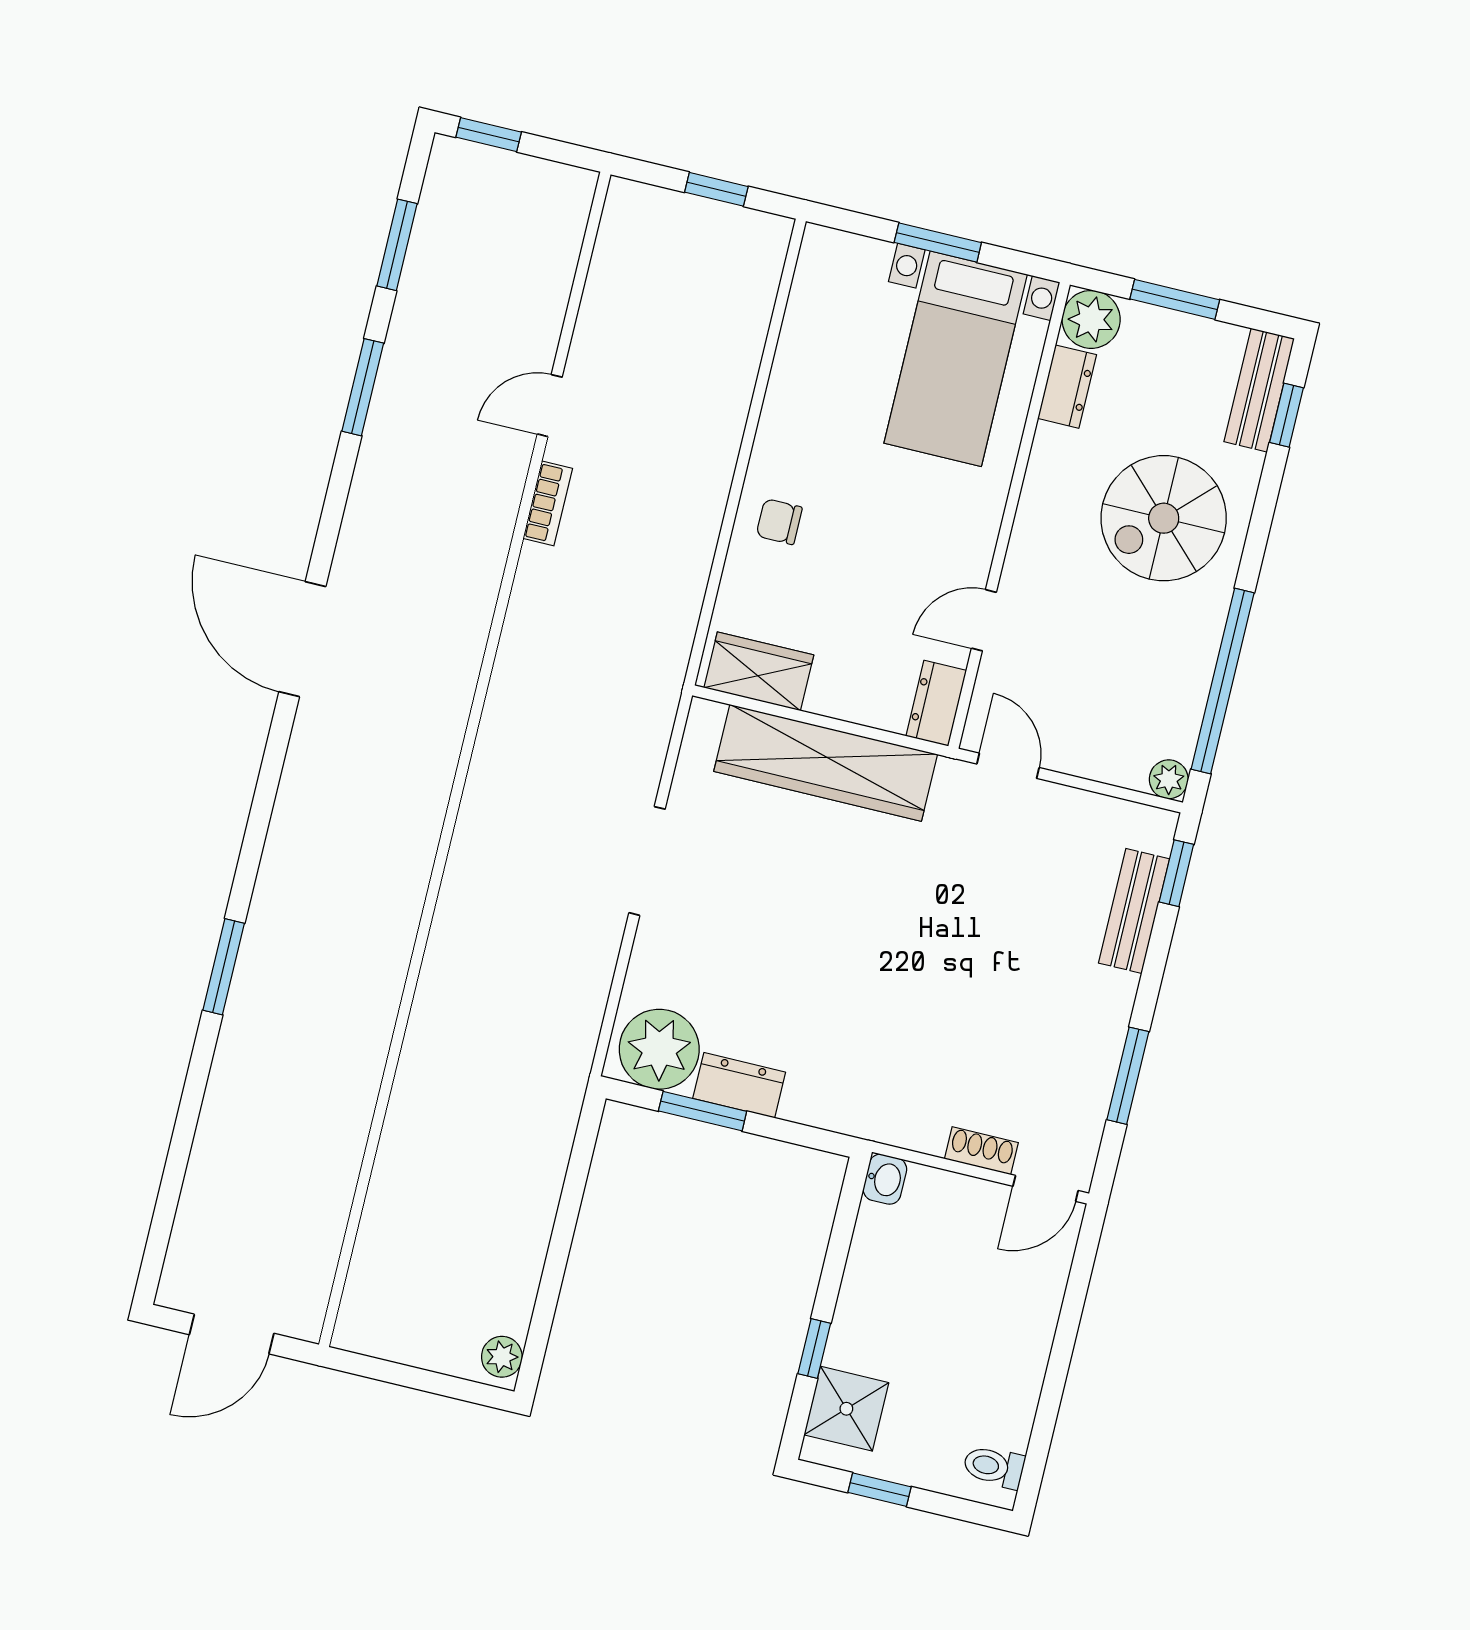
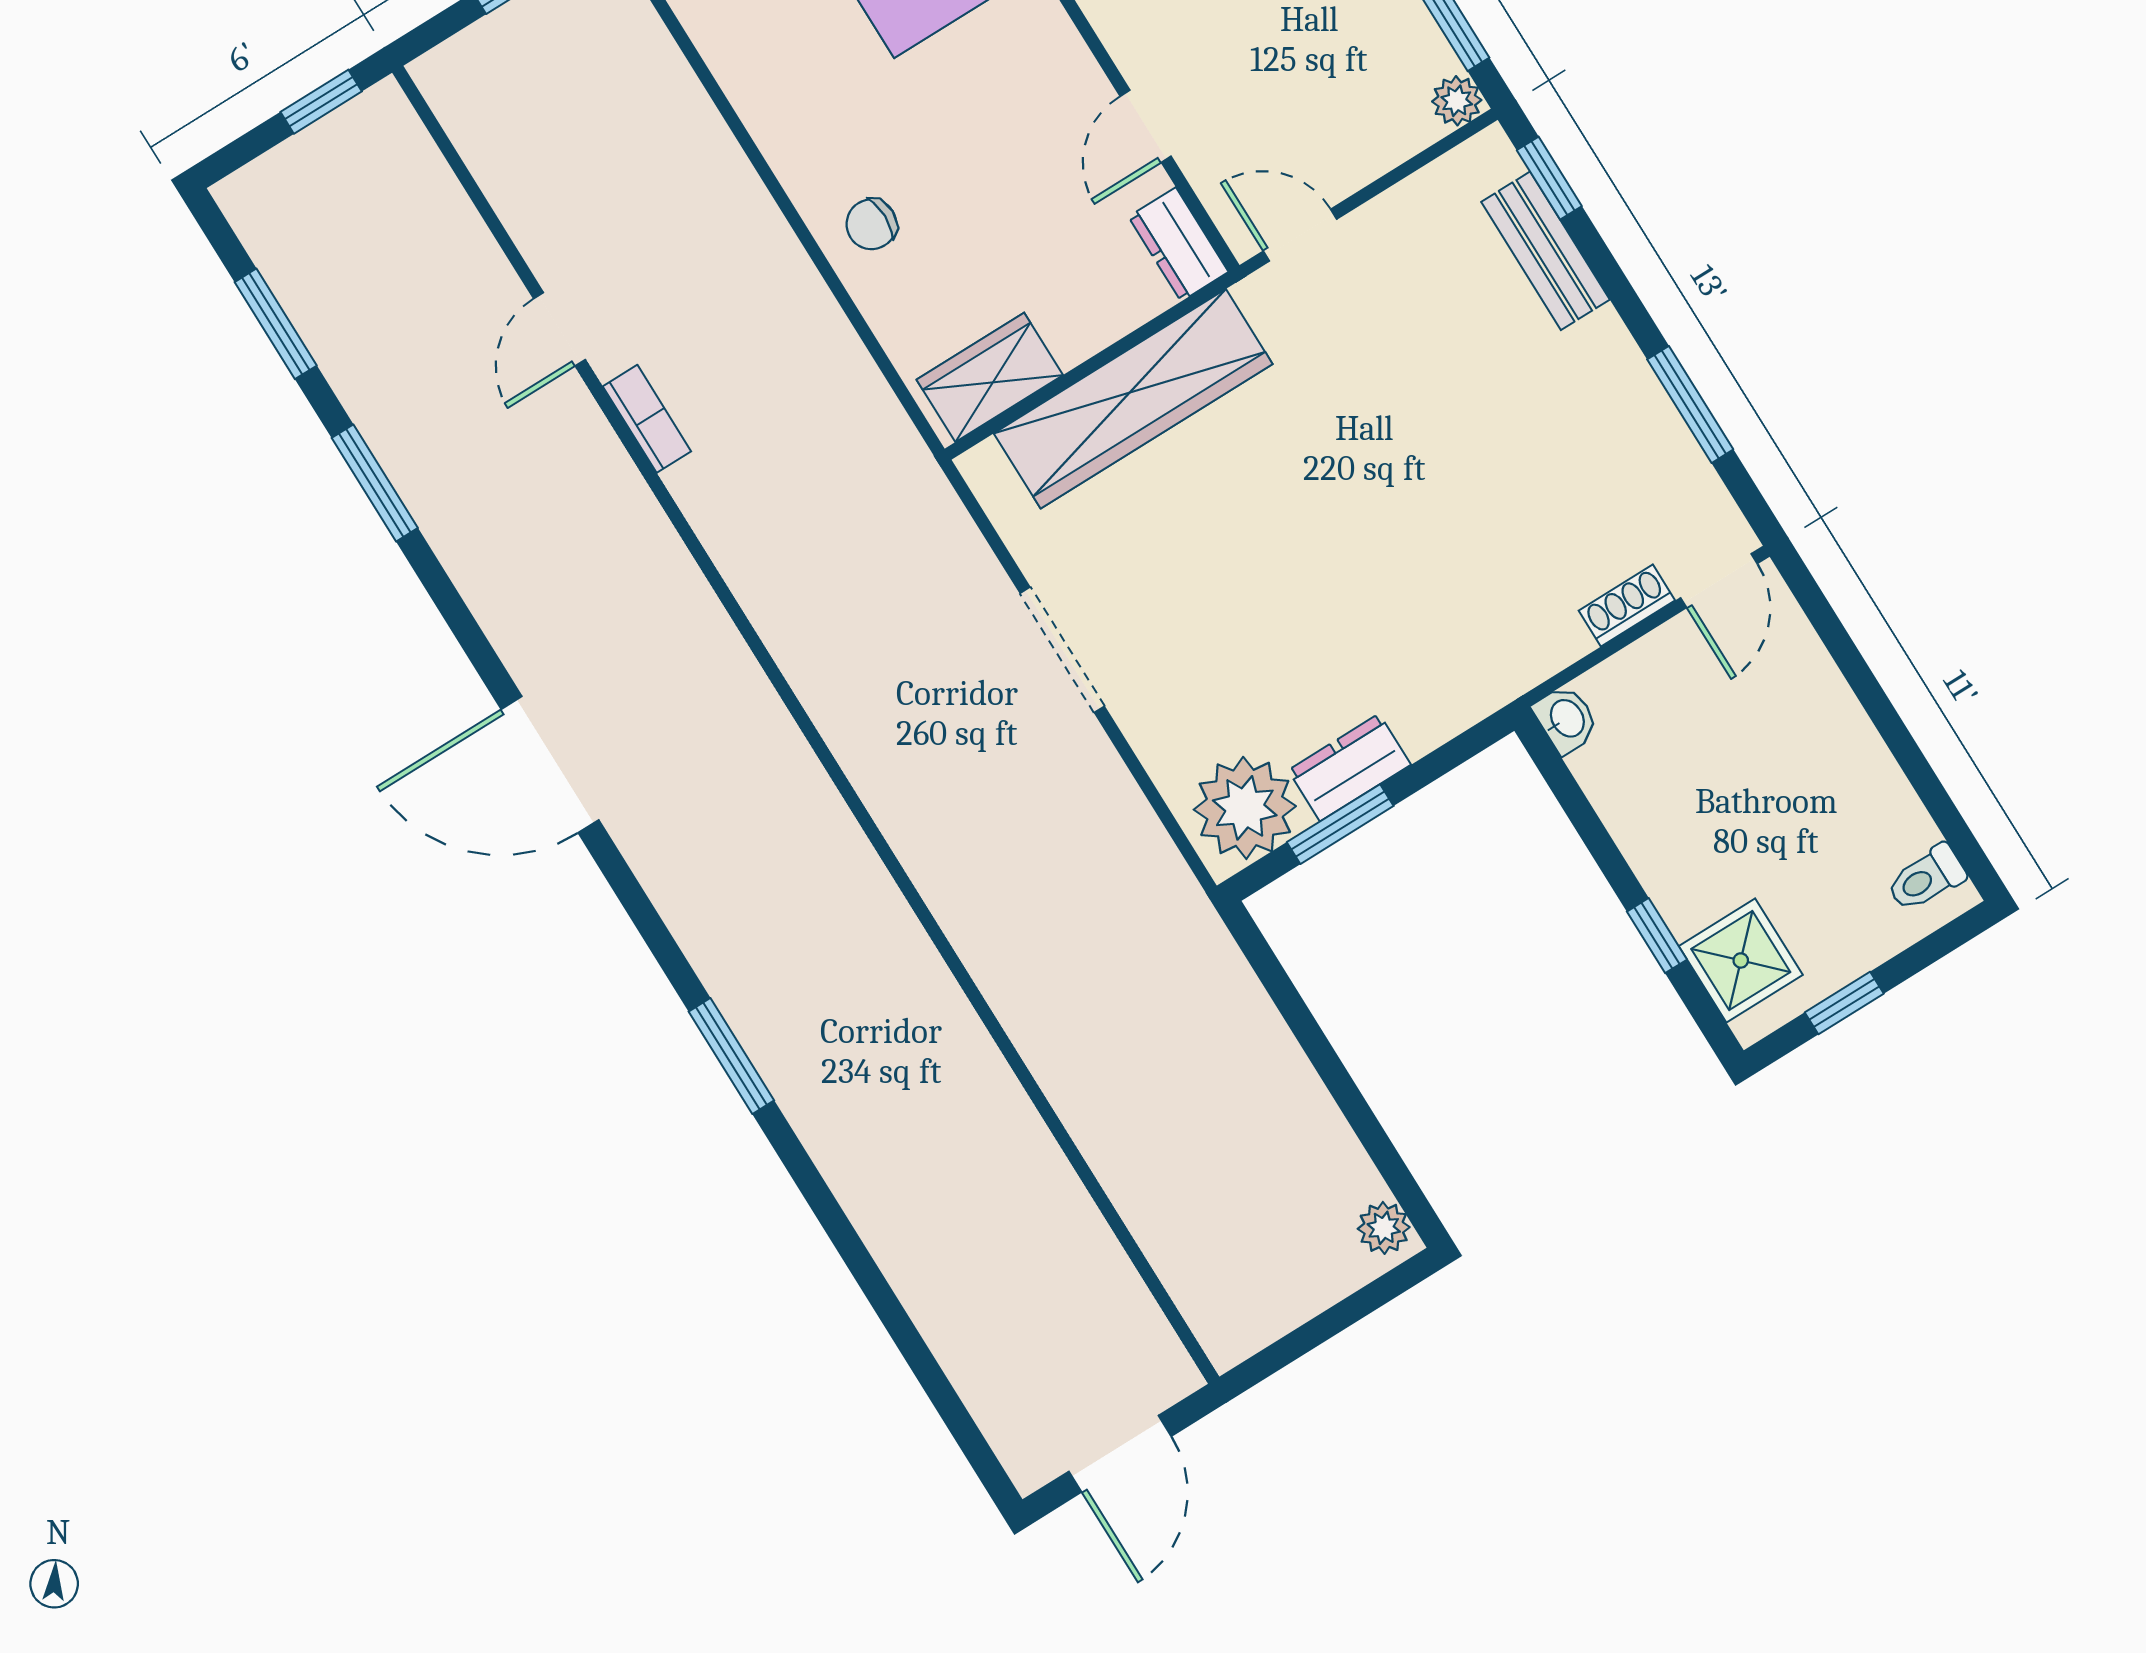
window: (489, 135) -> (321, 102), moved
window: (224, 967) -> (731, 1056), moved

